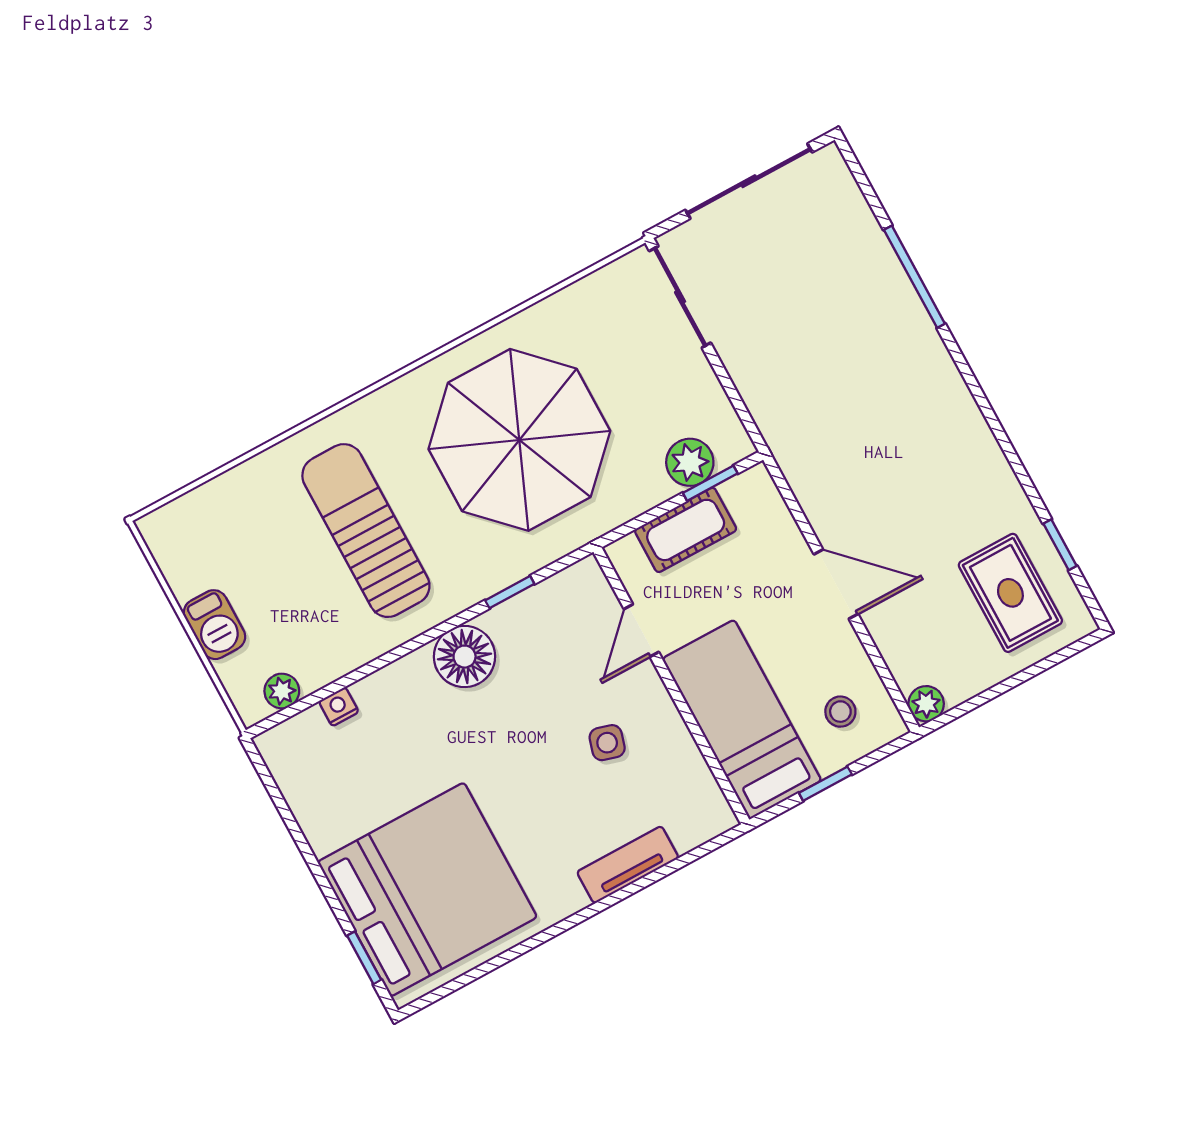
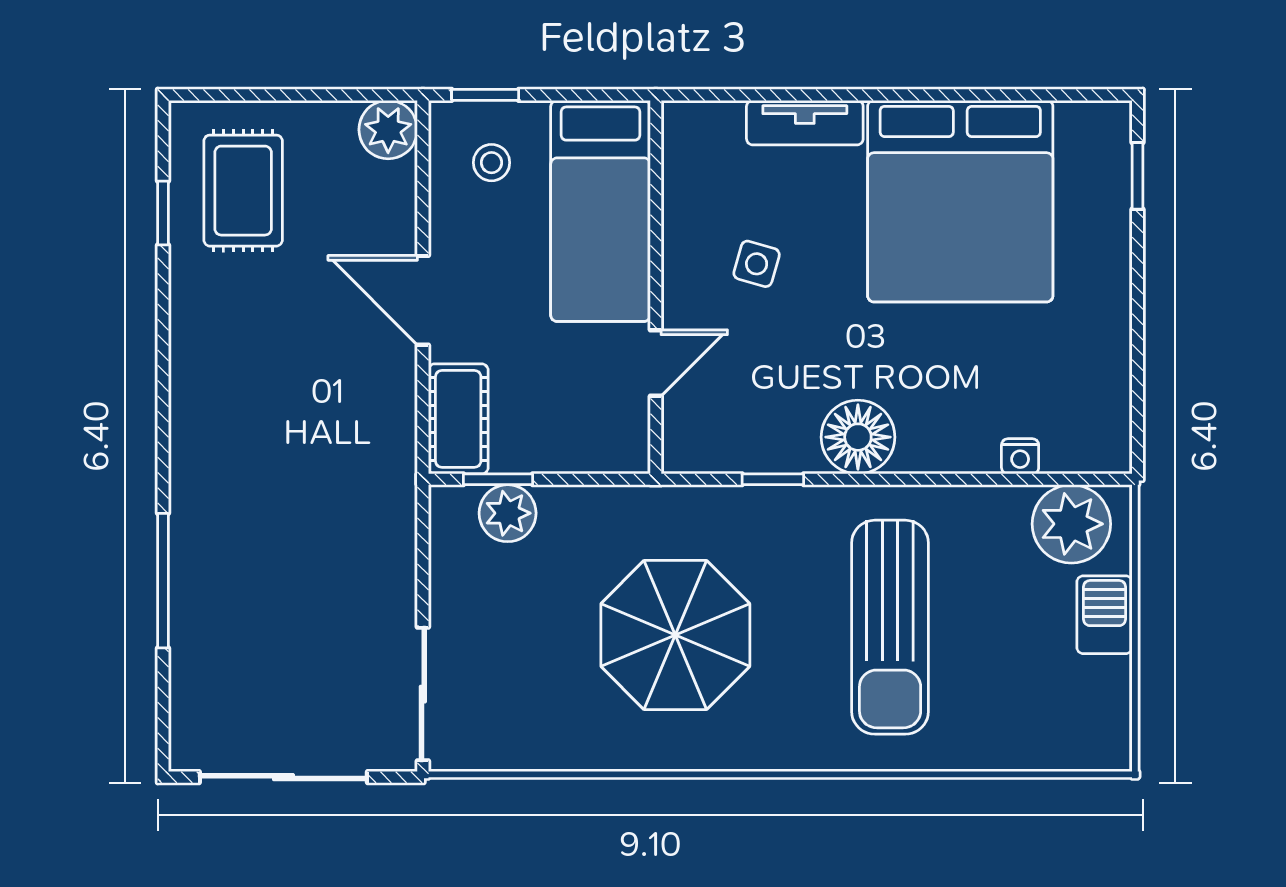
parasol: (519, 440) -> (675, 635), width x0.73, depth x0.73
cot: (686, 530) -> (458, 419), moved, turned 90
plant: (282, 691) -> (1071, 524), width x1.88, depth x1.88
plant: (926, 704) -> (388, 130), width x1.38, depth x1.38
window: (825, 784) -> (485, 95), moved
bed: (427, 889) -> (960, 201), moved, turned -90

